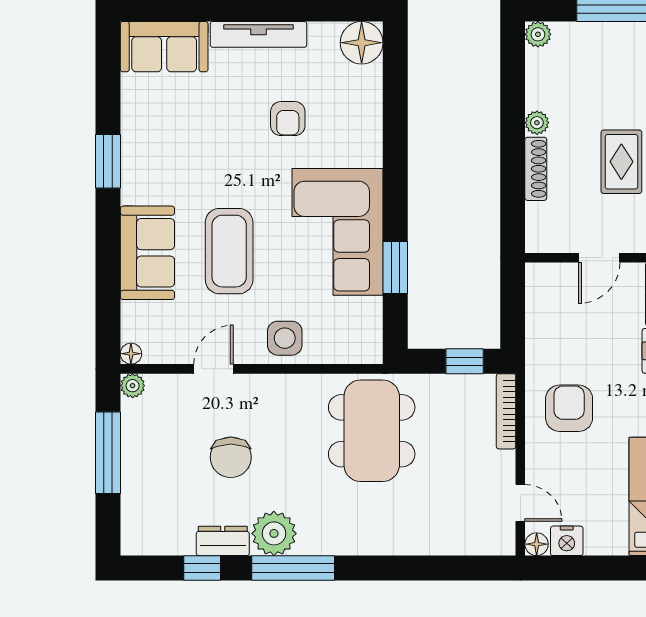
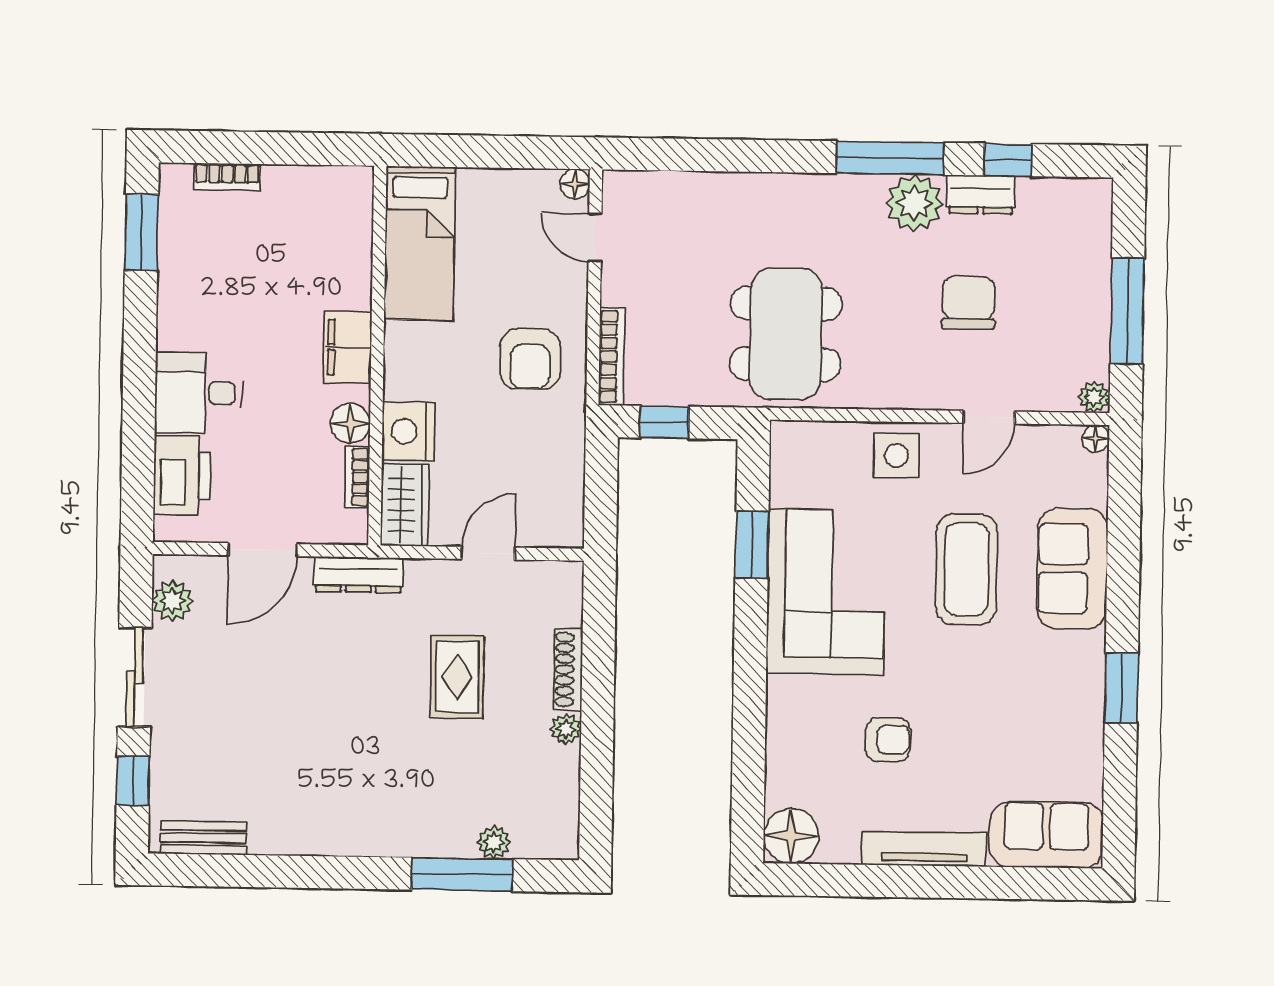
plant: (538, 34) -> (494, 842), moved
armchair: (288, 119) -> (888, 739), turned 90
nightstand: (567, 541) -> (536, 188), removed

